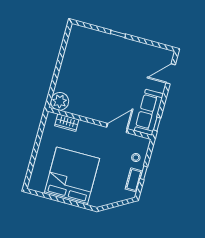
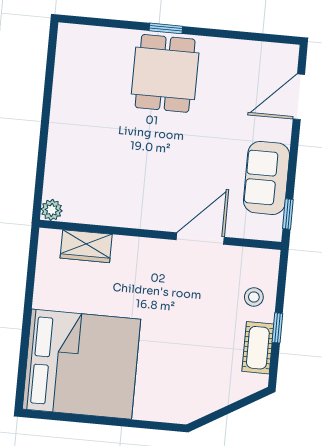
dining table: (114, 54) -> (165, 73), added
plant: (60, 101) -> (52, 210), width x0.53, depth x0.53
sofa: (149, 112) -> (266, 178), width x0.73
bed: (72, 176) -> (82, 364), moved, turned 90

